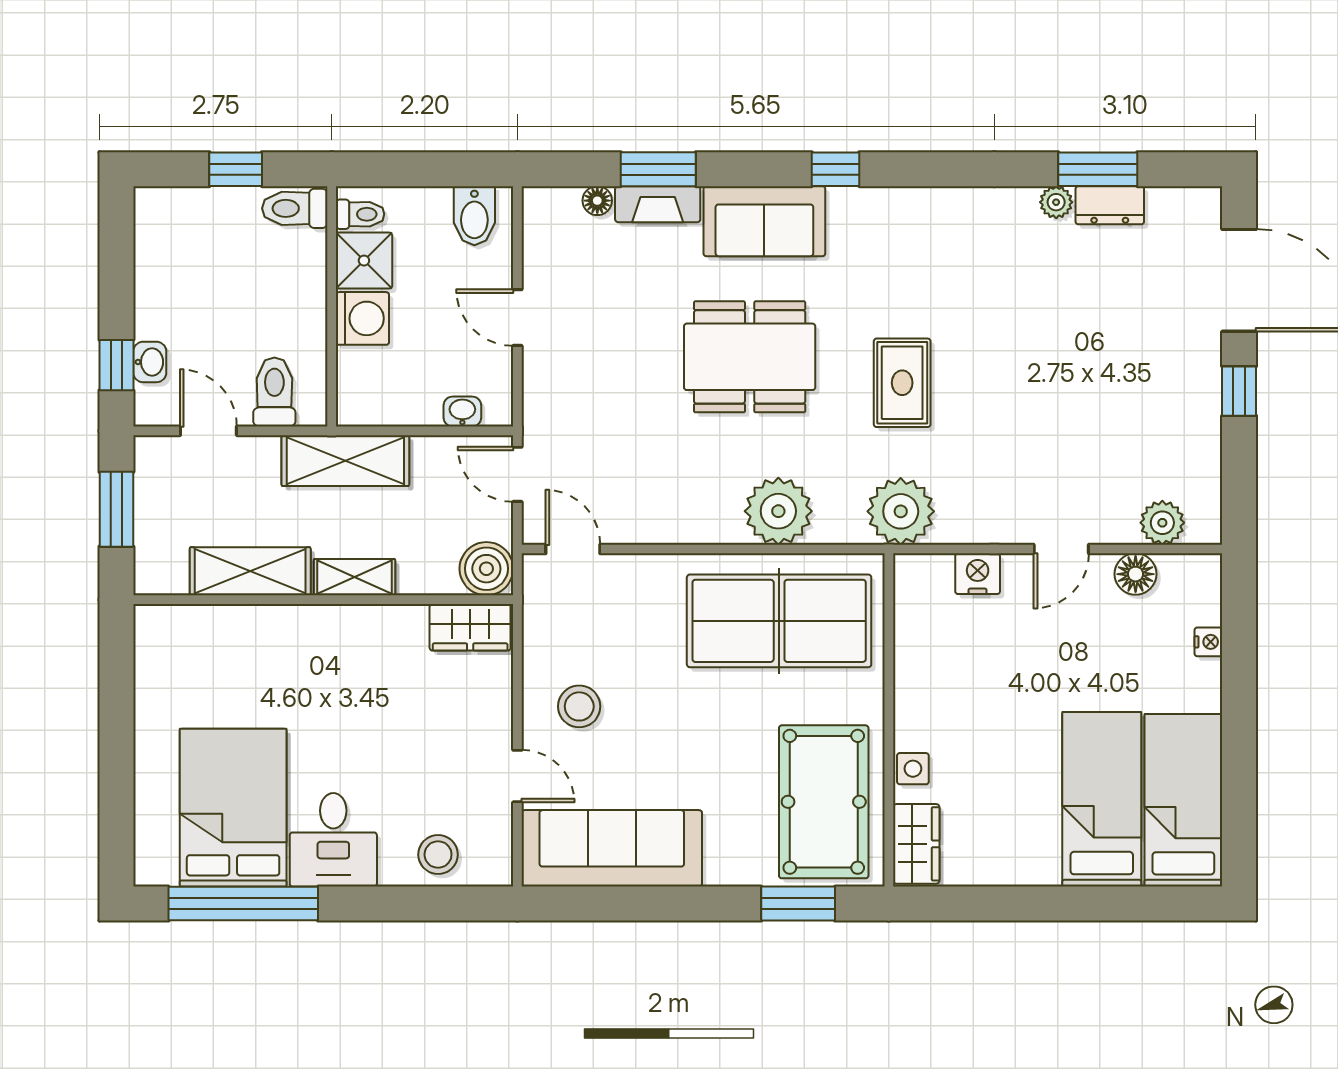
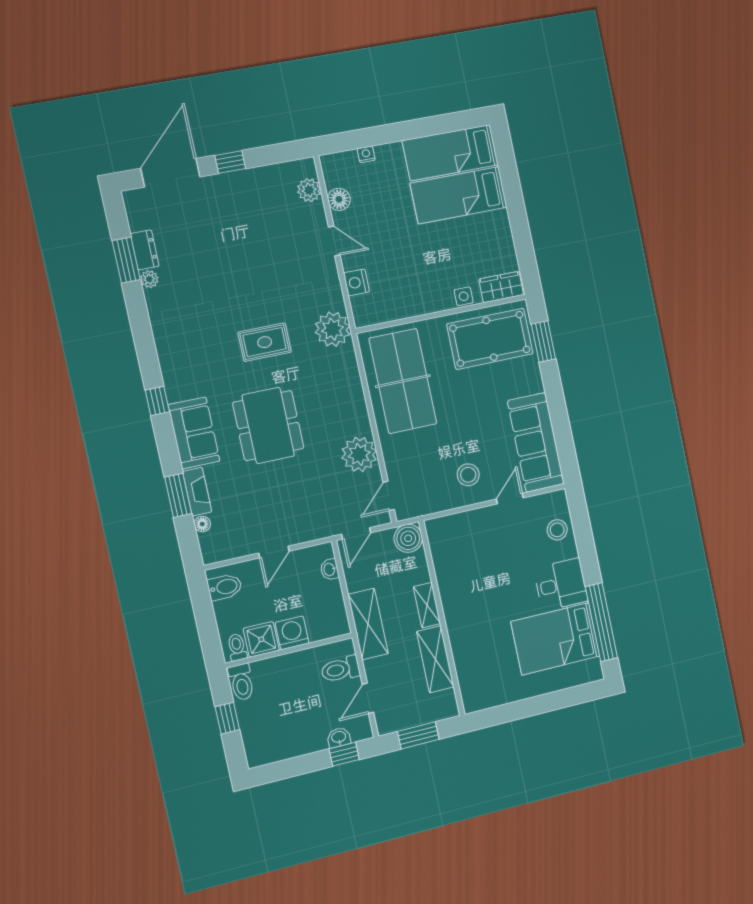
plant: (778, 511) -> (359, 454), moved
wardrobe: (470, 627) -> (440, 540), removed

